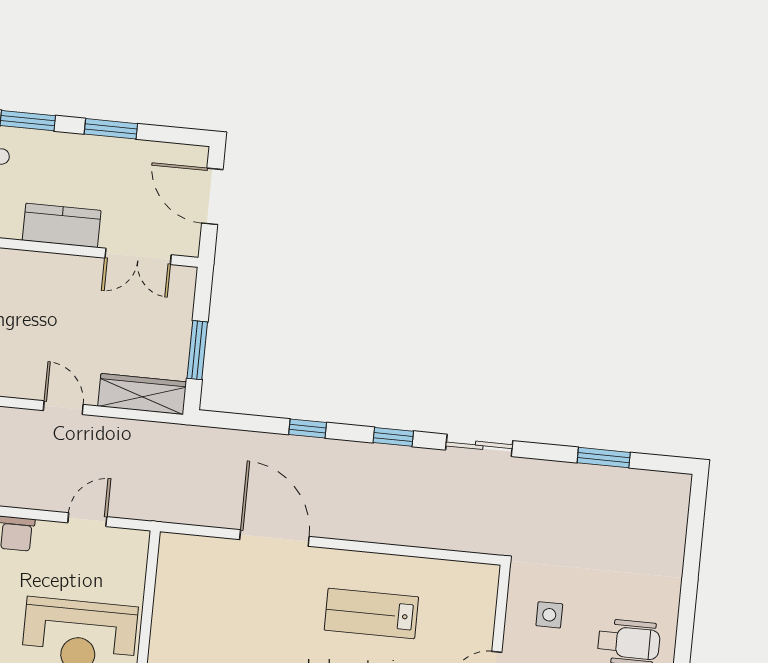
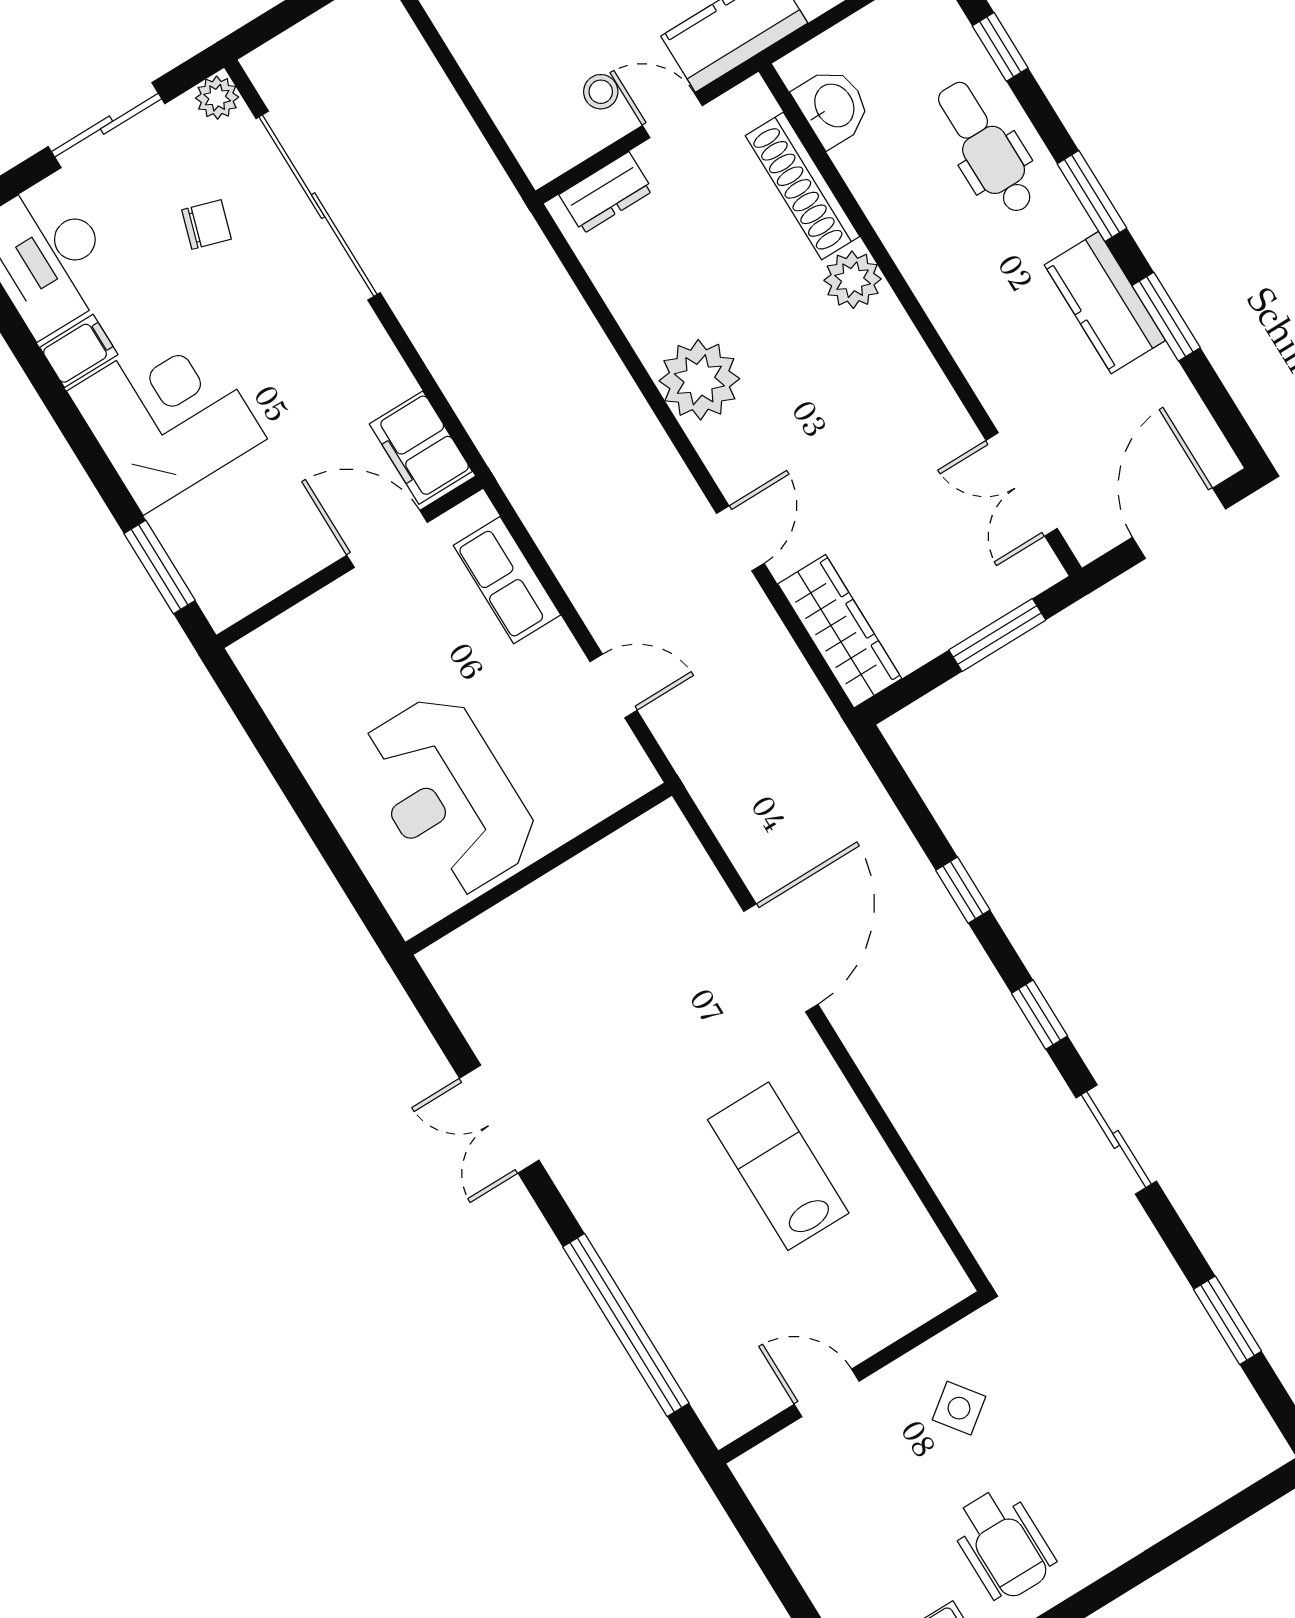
kitchen counter: (62, 225) -> (1105, 303), moved, turned 180
window: (197, 350) -> (997, 635), moved
side table: (549, 615) -> (959, 1408), turned -37

